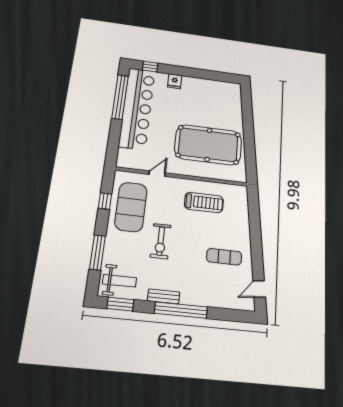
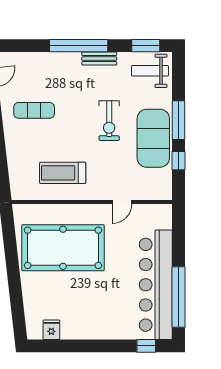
fridge: (175, 81) -> (51, 330), moved
exercise mat: (131, 207) -> (153, 138), moved
exercise bike: (161, 241) -> (109, 121), turned 180
window: (97, 252) -> (179, 120), moved

